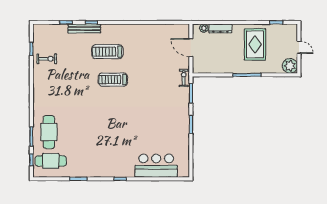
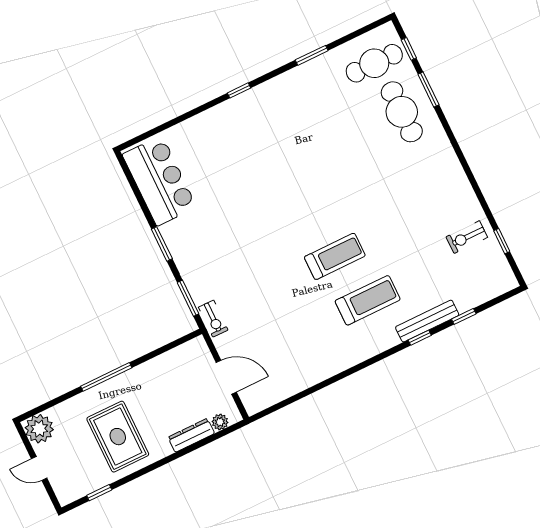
bar counter: (156, 166) -> (159, 181), moved, turned -90

